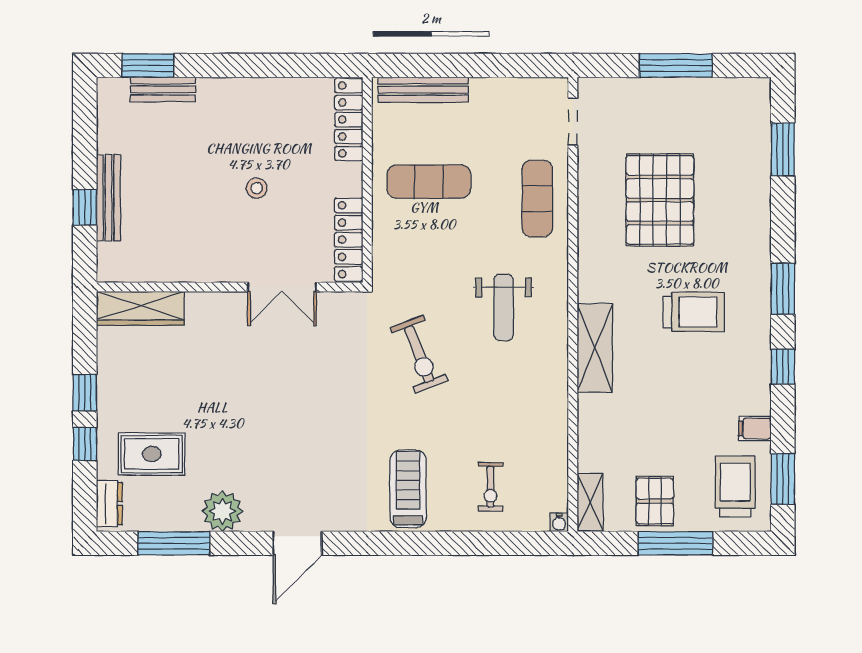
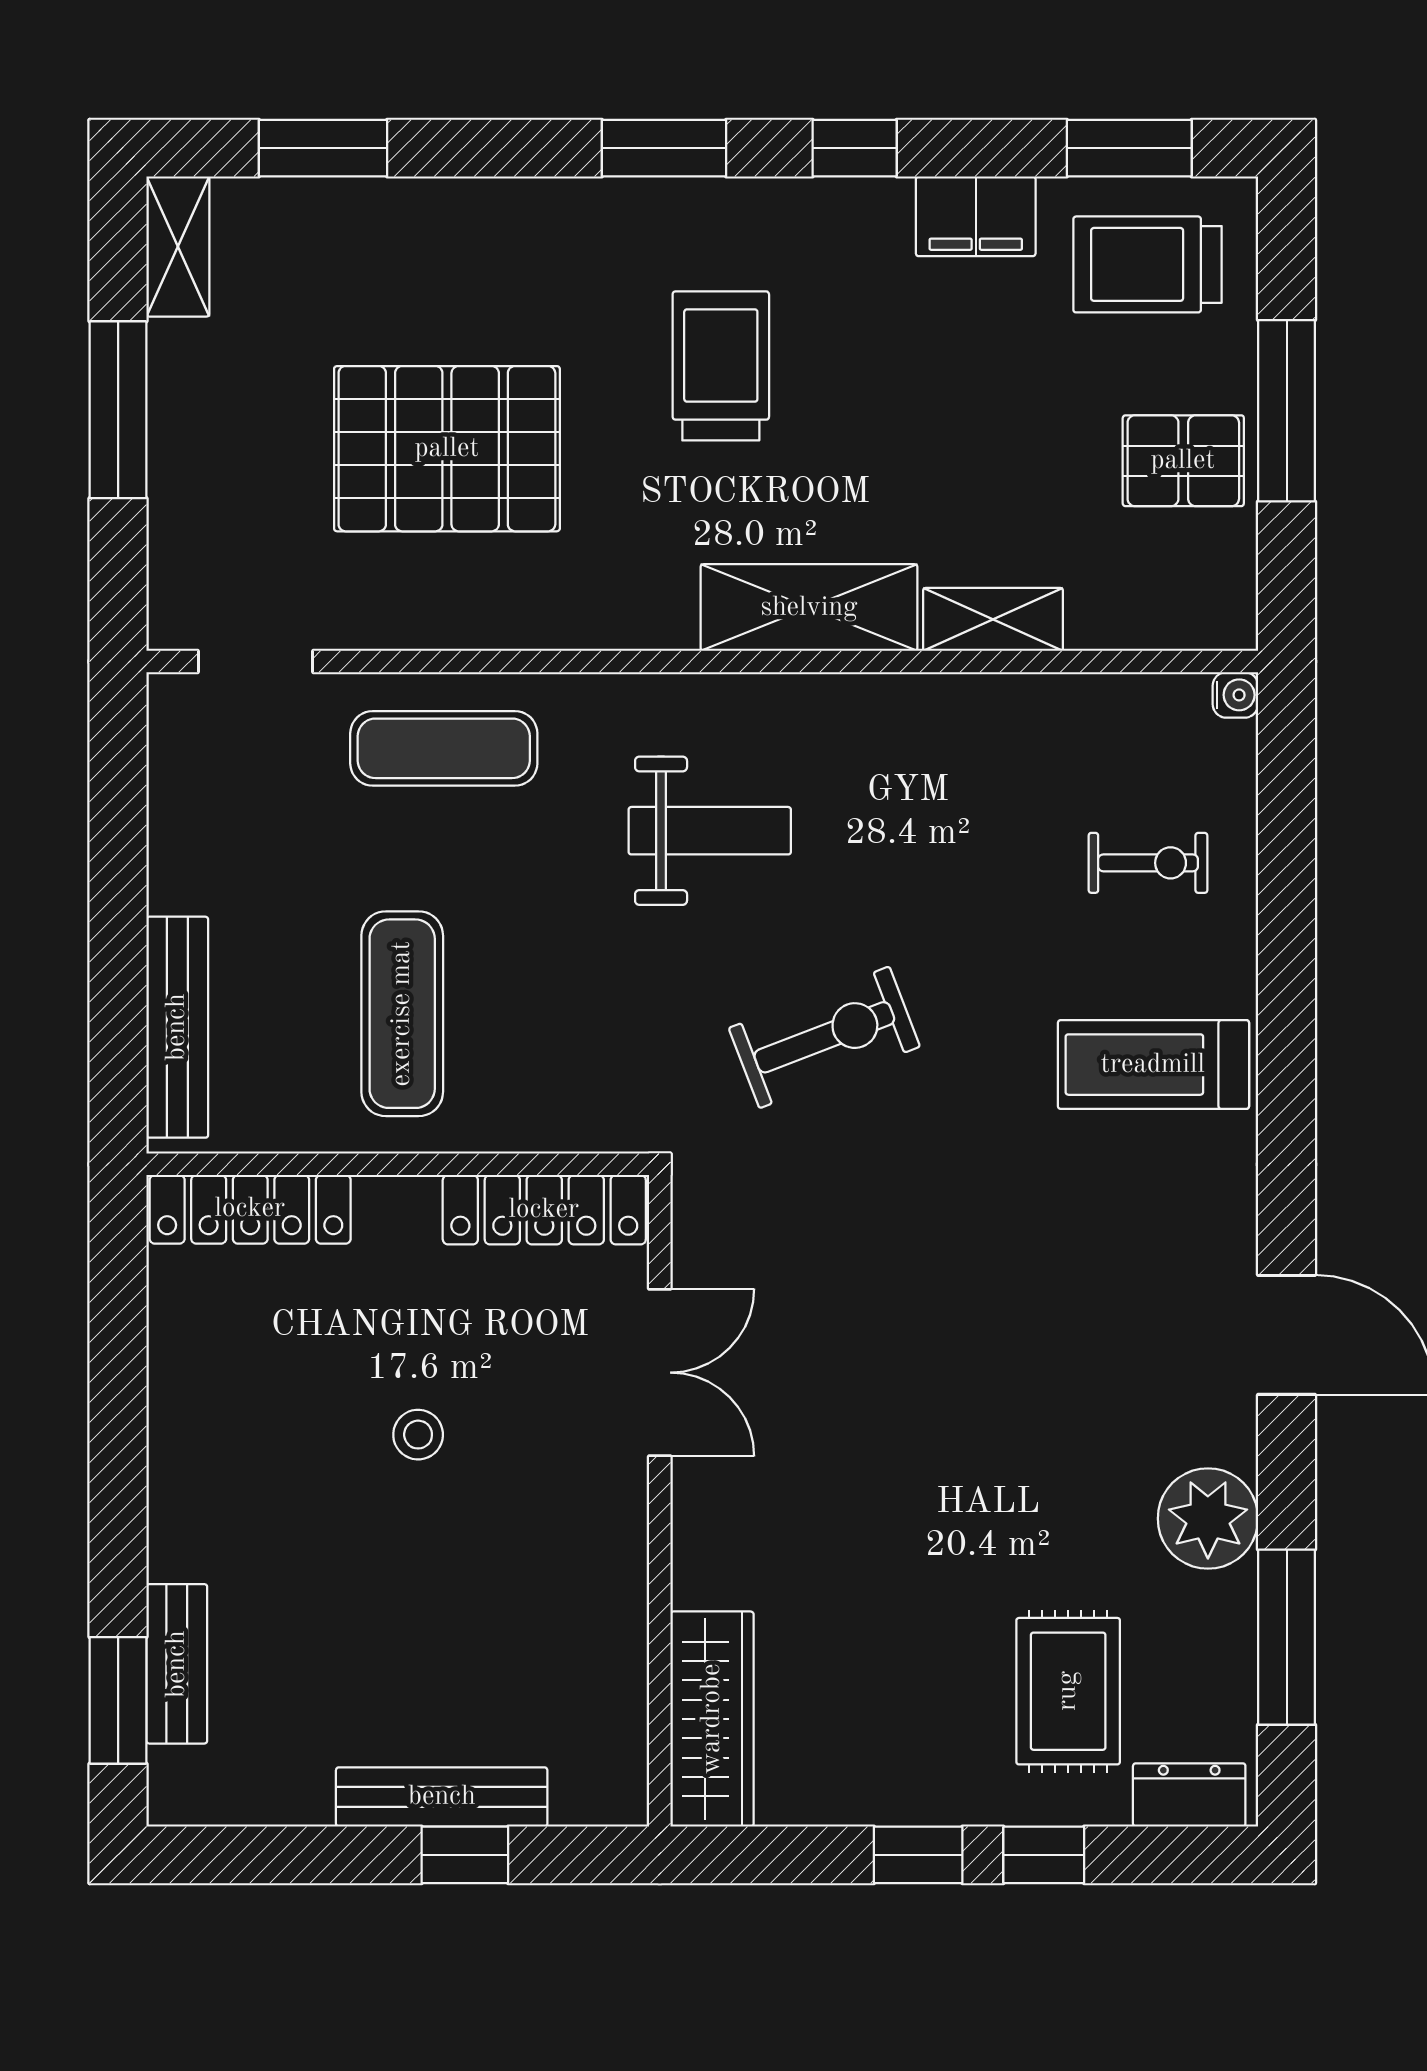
shelving: (743, 90) -> (178, 246), added
filing cabinet: (755, 428) -> (976, 216), width x2.00
shelving: (590, 502) -> (993, 619), moved

